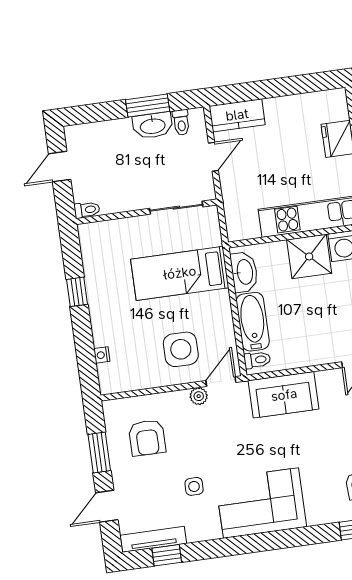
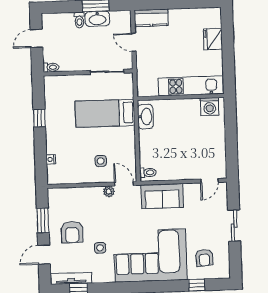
toilet: (181, 122) -> (79, 20), moved
door: (213, 157) -> (134, 42), swing flipped
shower: (309, 256) -> (187, 111), removed
bathtub: (253, 322) -> (148, 148), removed
side table: (181, 349) -> (101, 161), width x0.54, depth x0.54
door: (221, 381) -> (124, 184), hinge flipped
armchair: (147, 438) -> (72, 232), moved
corner sofa: (261, 503) -> (150, 255), width x1.36, depth x1.36

